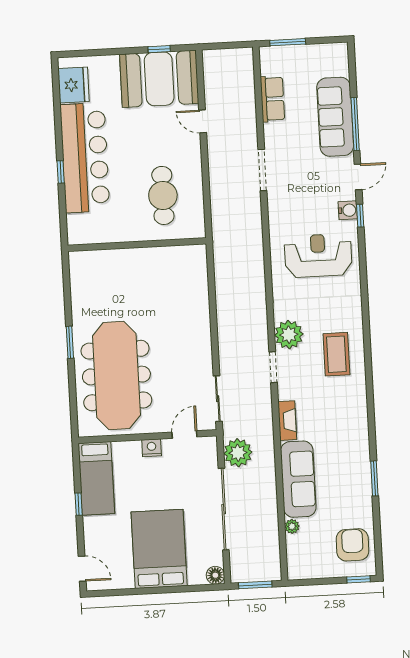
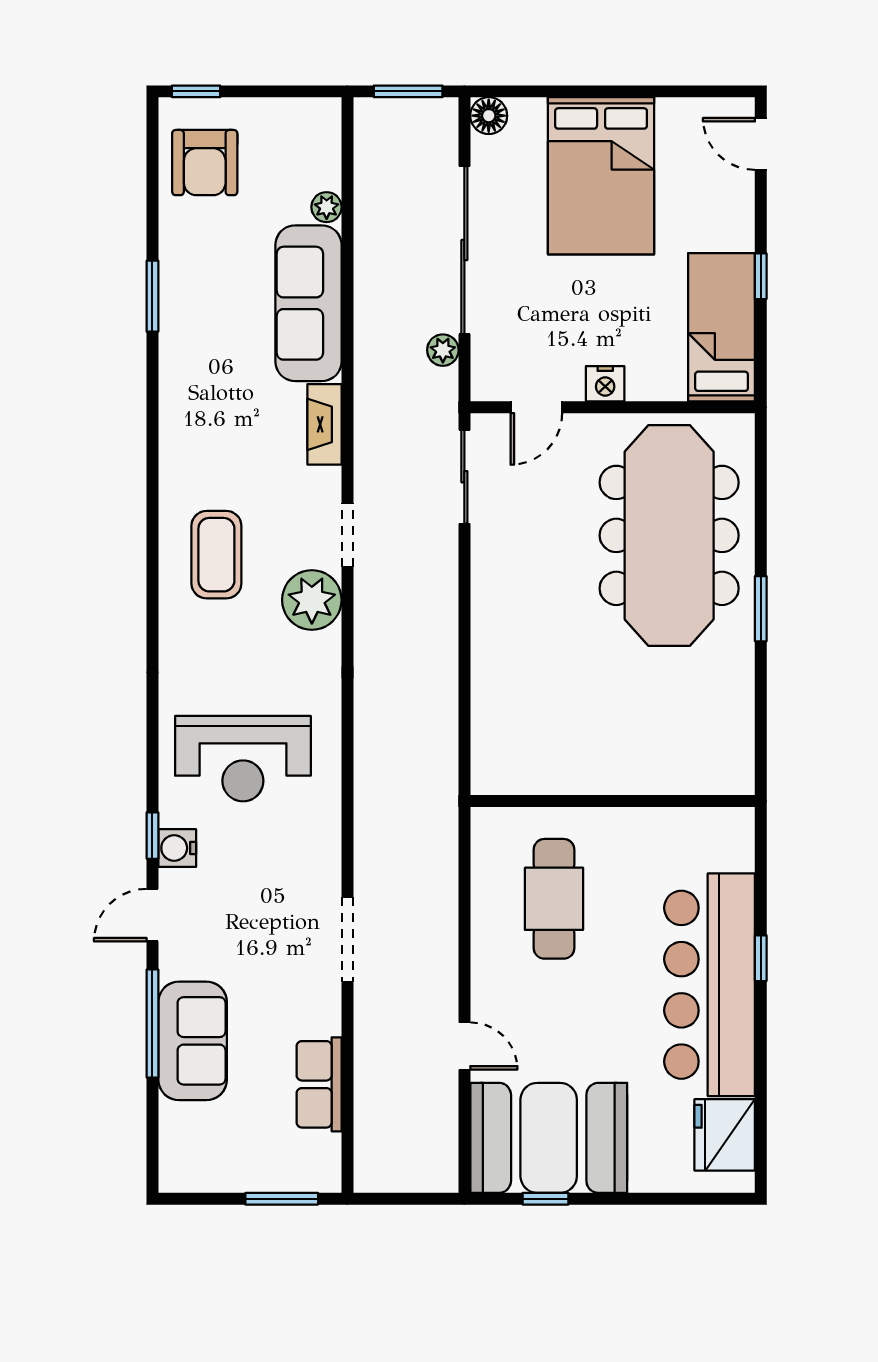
sofa: (335, 117) -> (193, 1041), width x0.73
plant: (238, 453) -> (443, 350), width x0.53, depth x0.53

